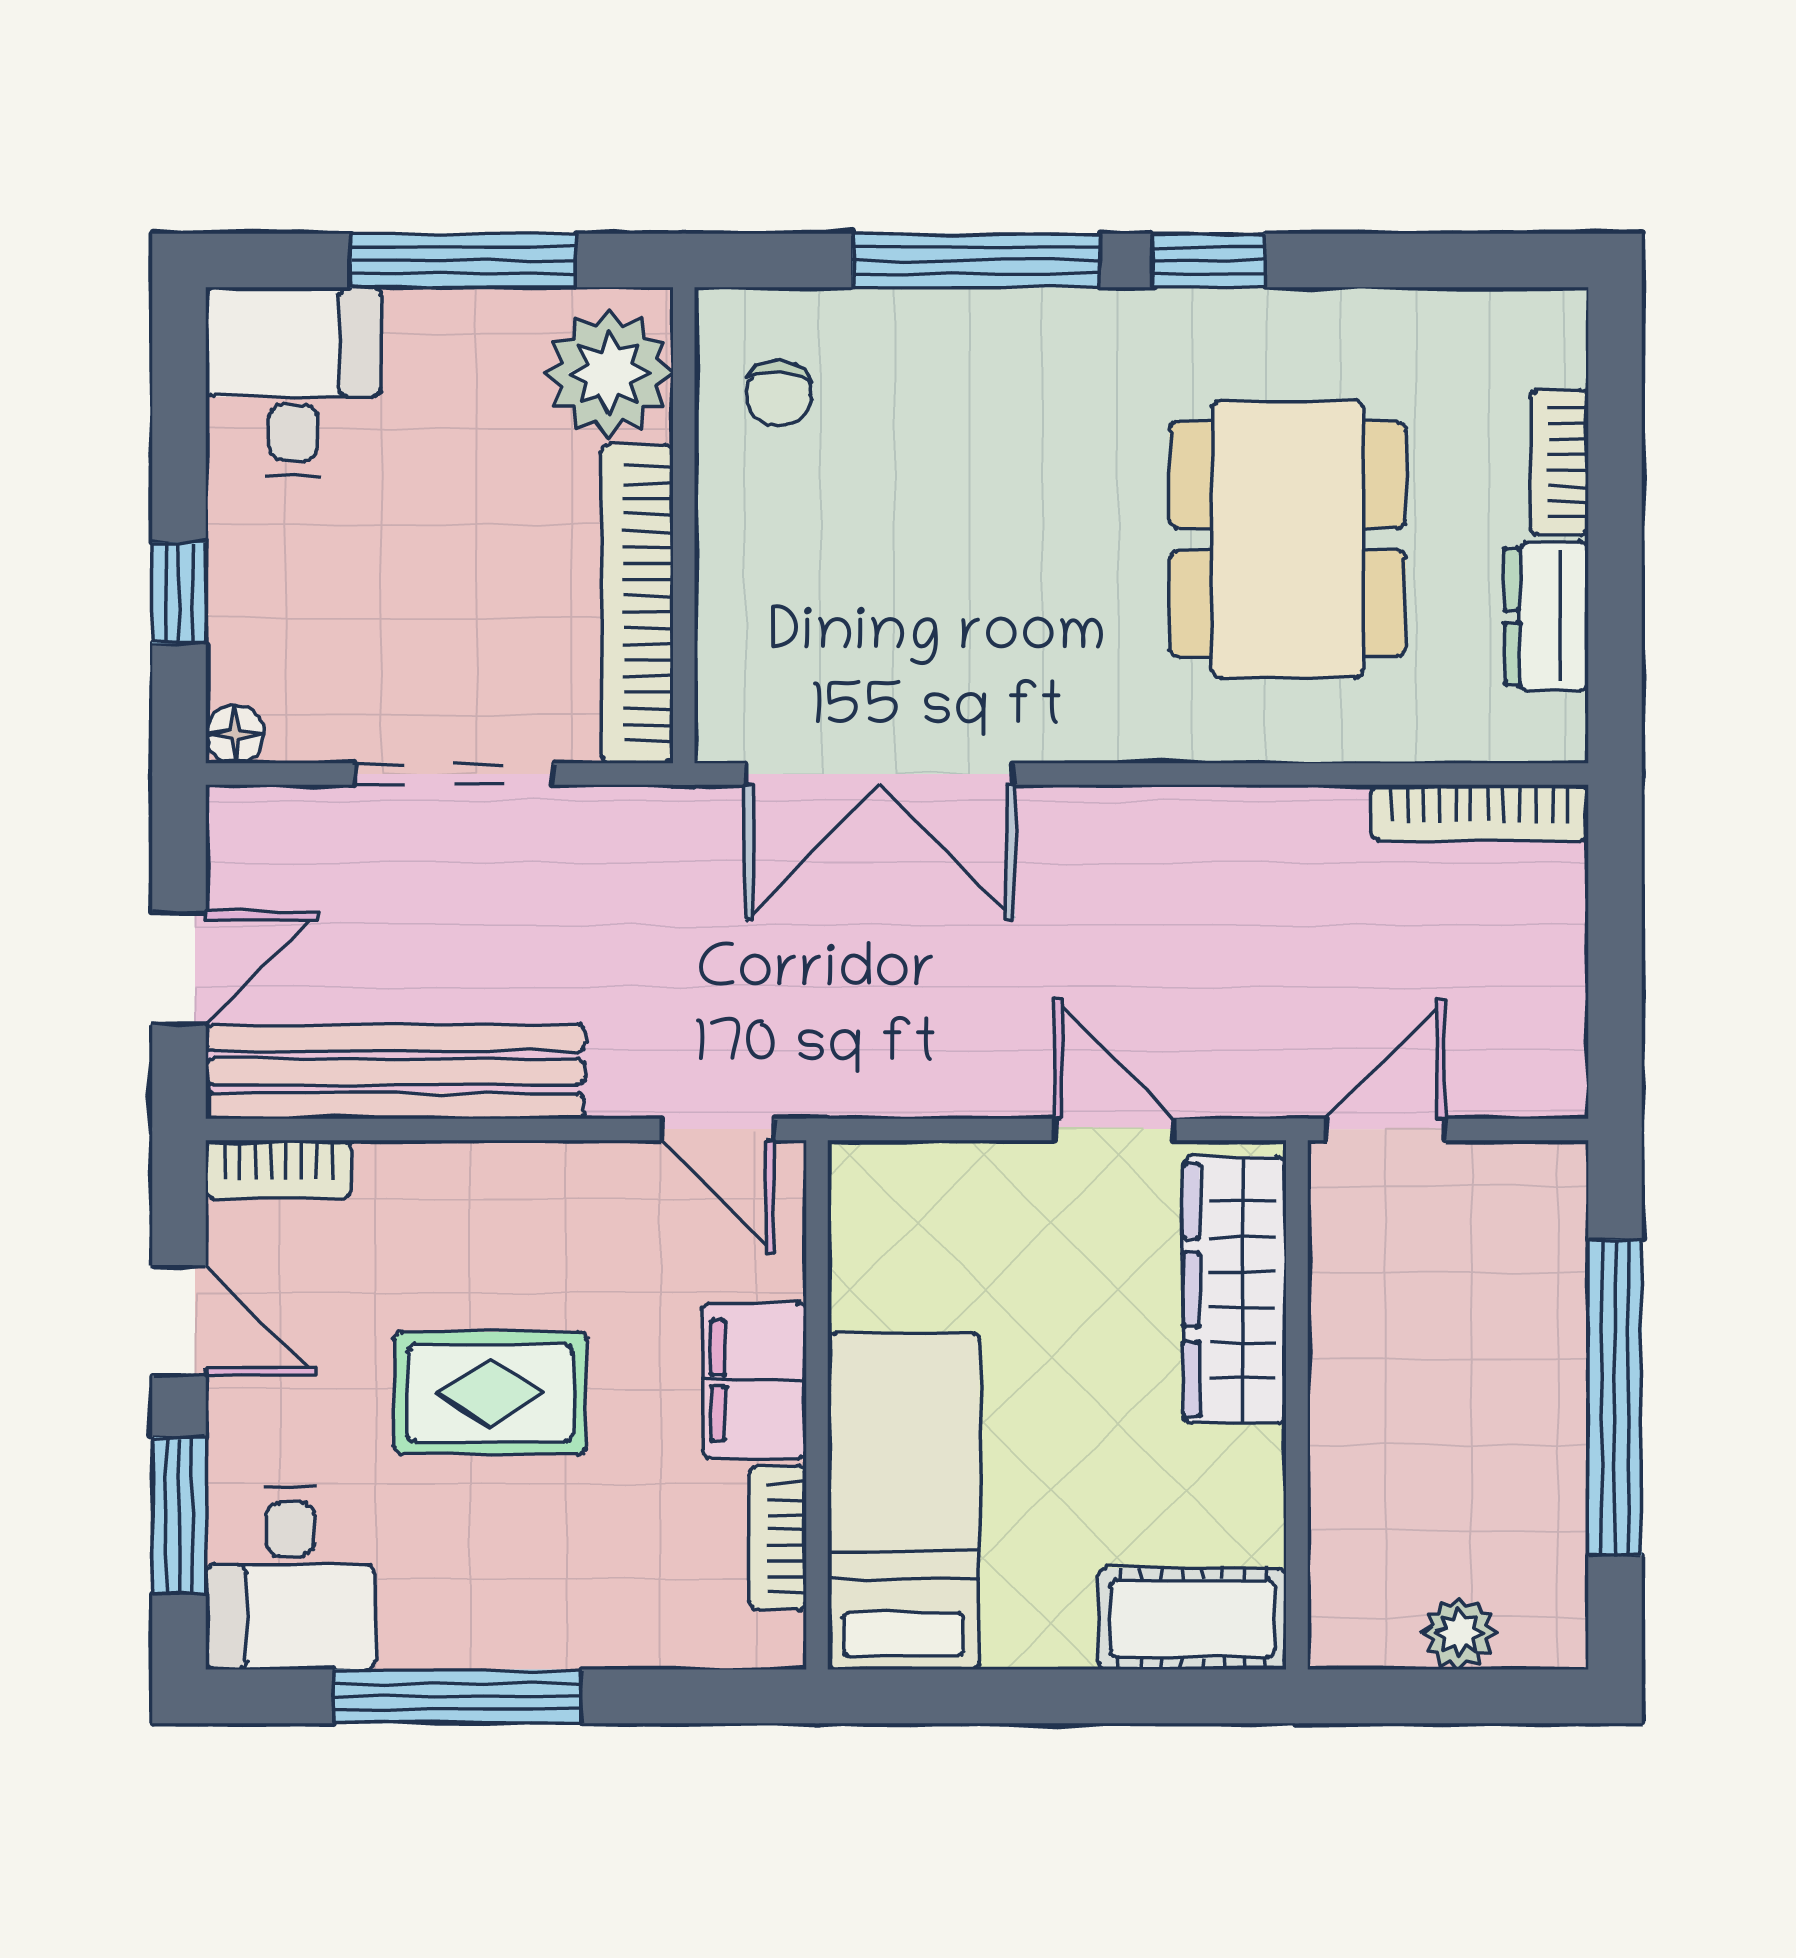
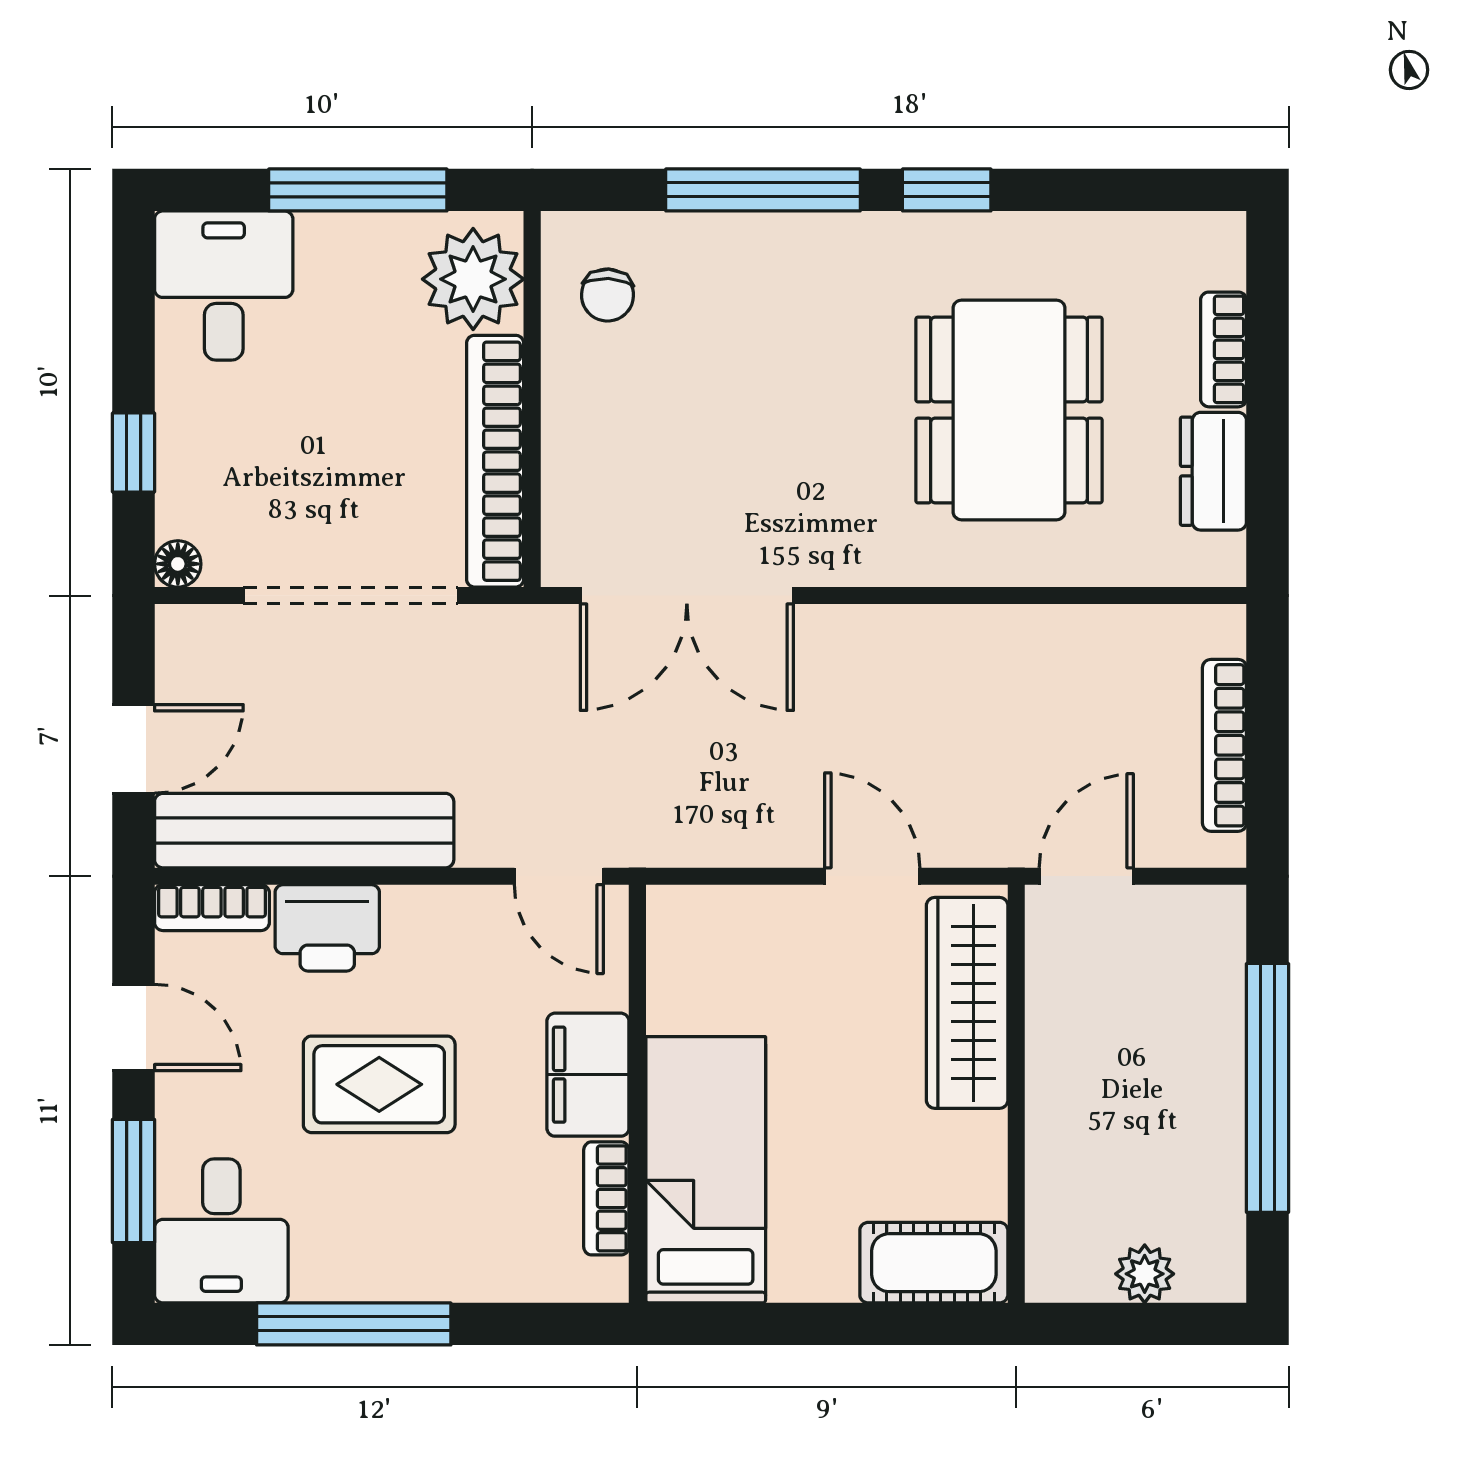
doorway: (454, 774) -> (351, 596), width x1.36
bookcase: (1479, 813) -> (1224, 745), moved, turned 90
printer: (424, 1195) -> (327, 928), added

